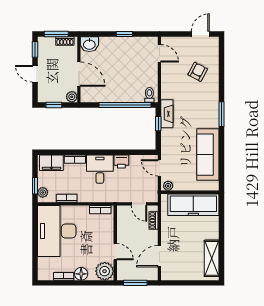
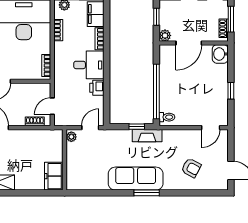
sofa: (208, 155) -> (136, 179), moved
freezer: (193, 205) -> (54, 176), width x0.52, depth x0.79

